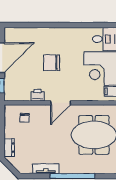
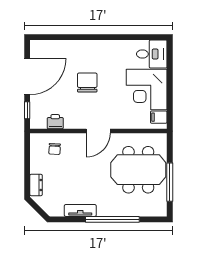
chair: (52, 63) -> (87, 83), turned 90
printer: (38, 95) -> (55, 122), moved

